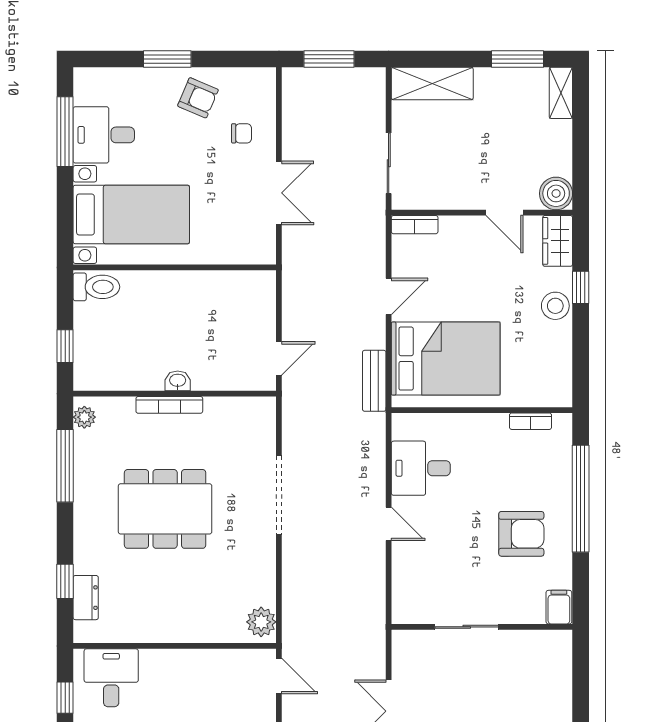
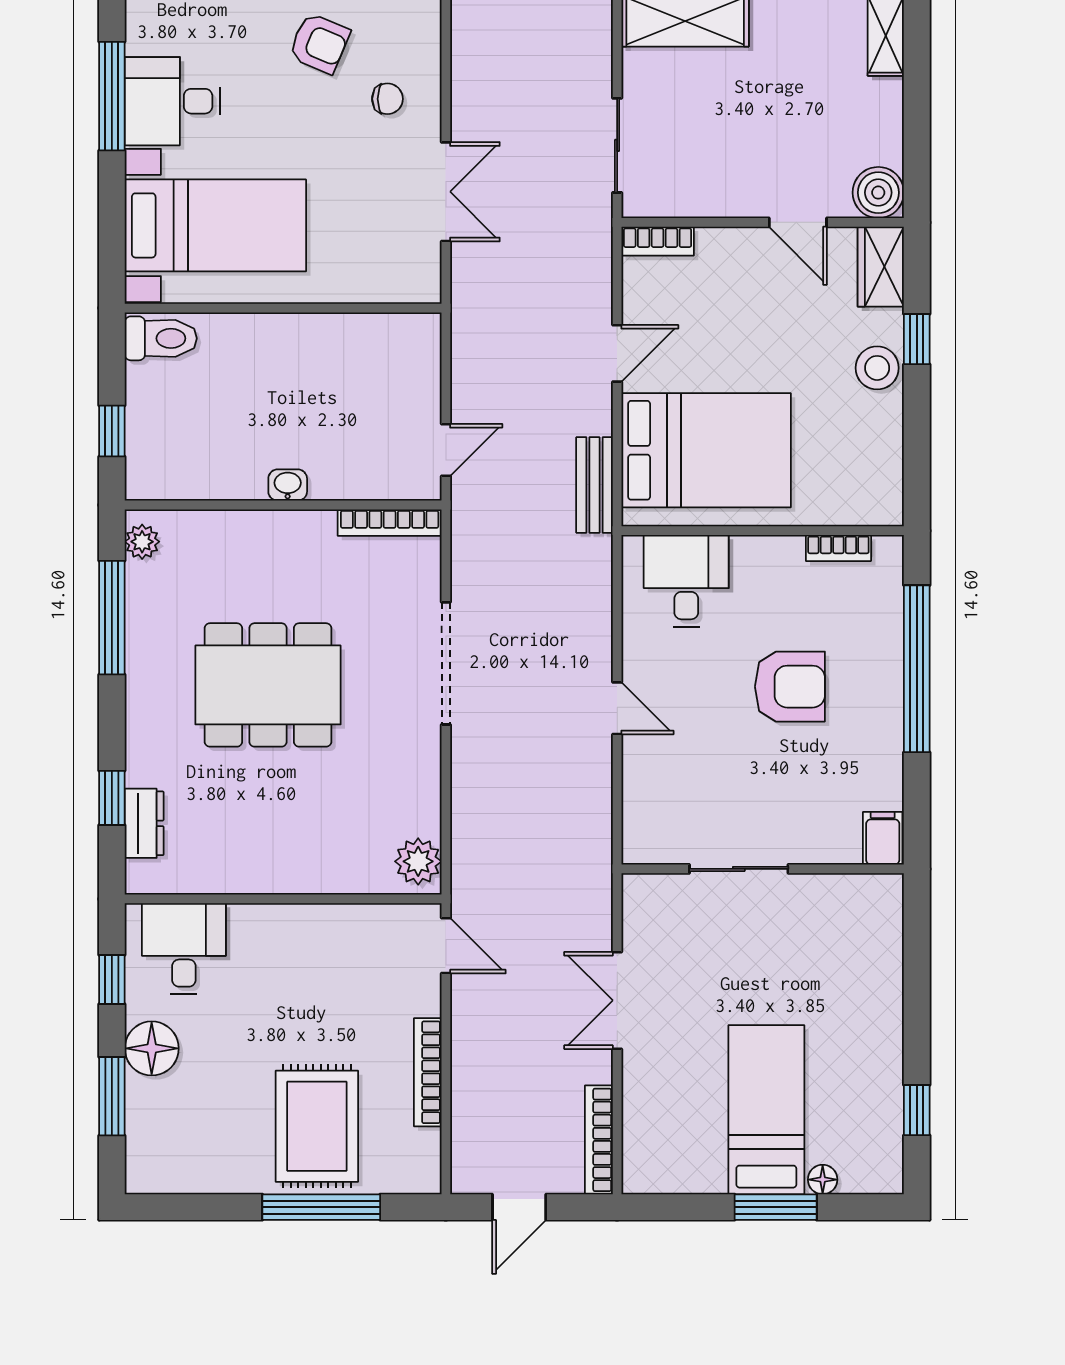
bookcase: (169, 405) -> (390, 523), moved
desk: (421, 468) -> (686, 581), moved, turned 90
armchair: (521, 534) -> (790, 687), moved

